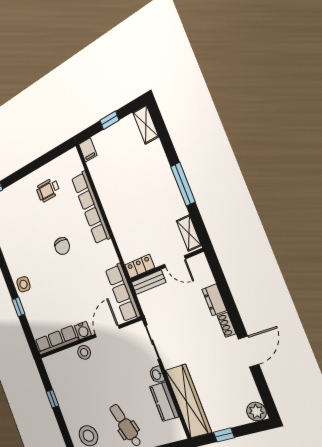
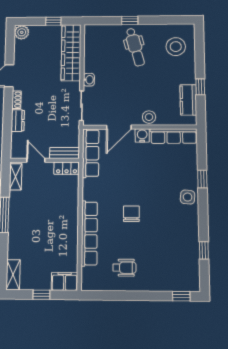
filing cabinet: (88, 150) -> (64, 281), width x2.00
kitchen counter: (164, 402) -> (188, 100), moved, turned 180

